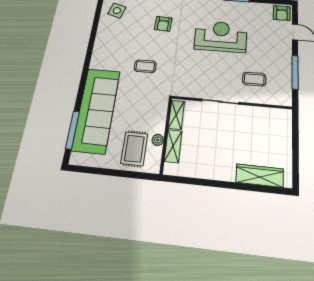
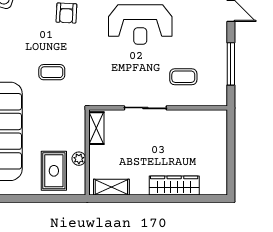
reception desk: (221, 36) -> (140, 24), turned 180
shelving: (173, 146) -> (111, 187), moved, turned 90
wardrobe: (260, 176) -> (174, 186), moved

